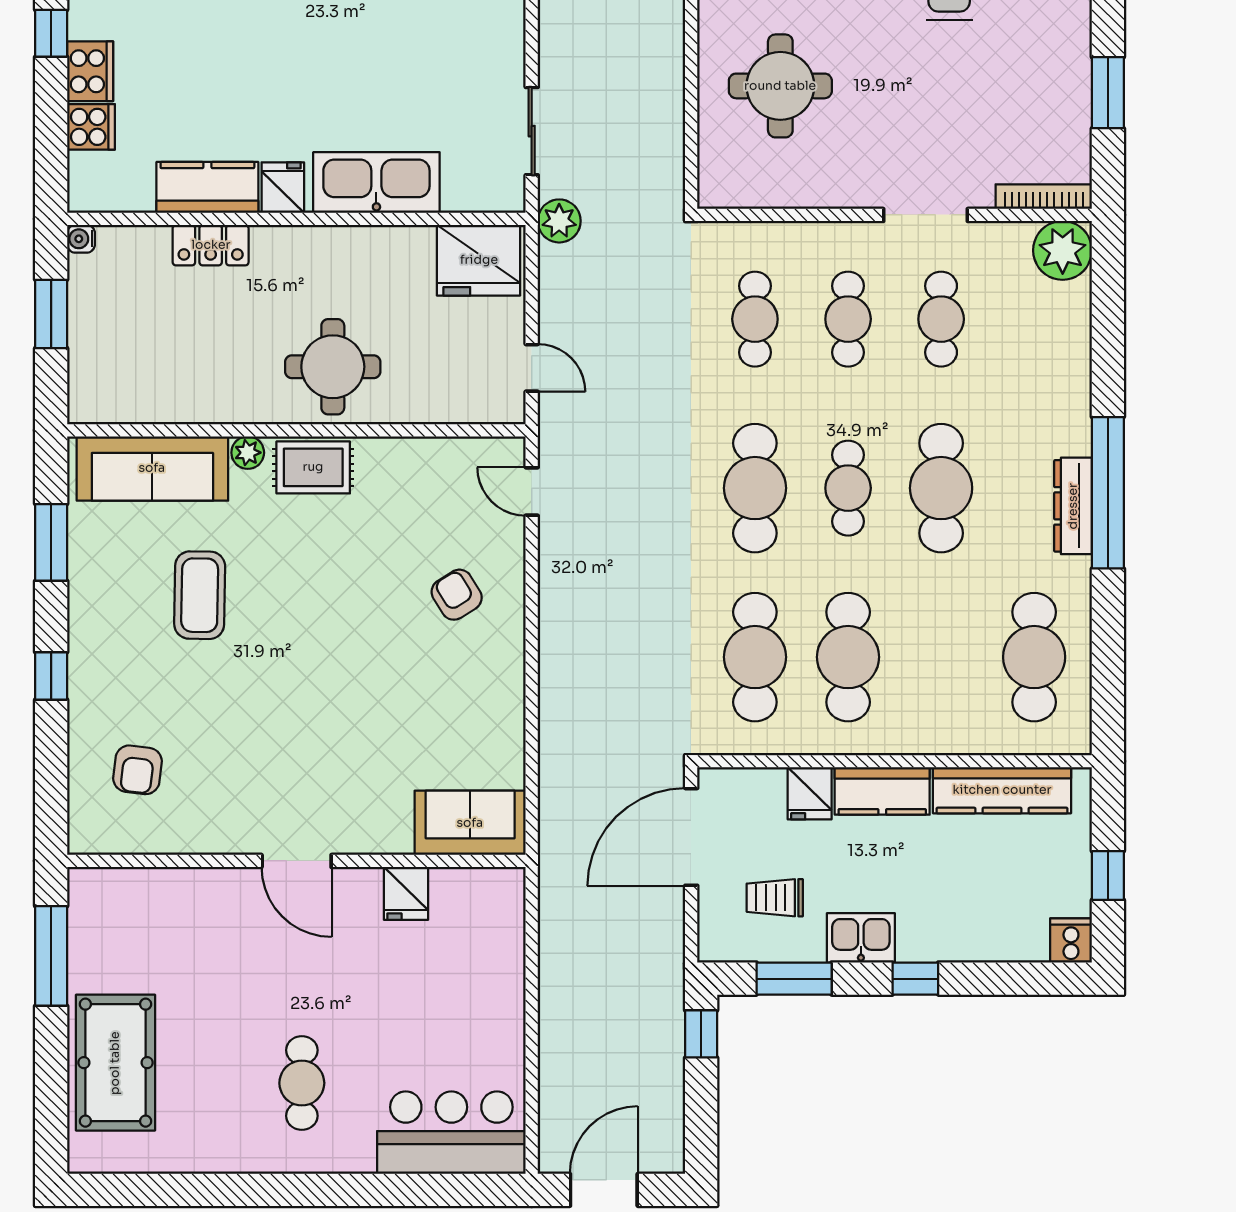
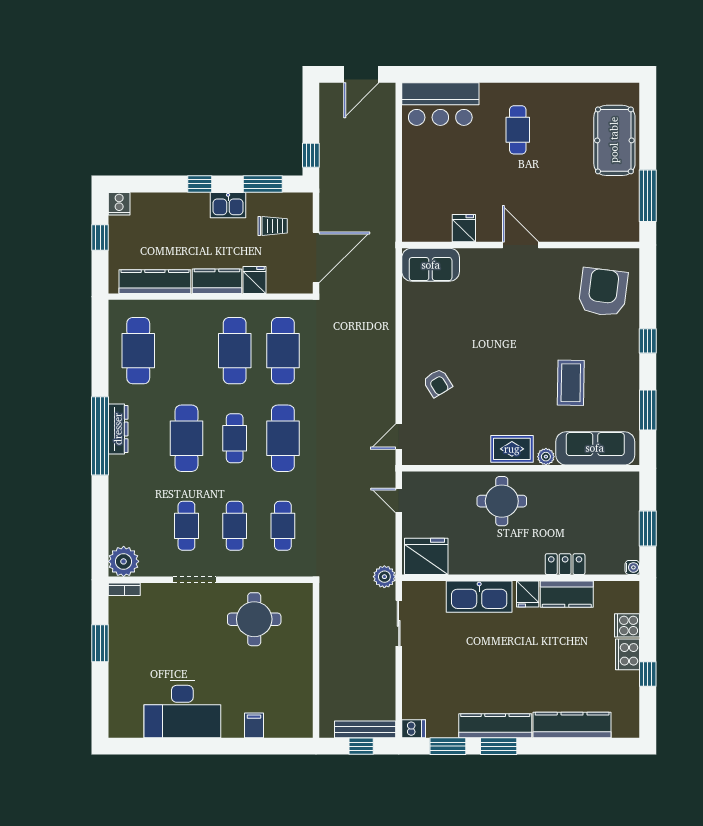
round table: (780, 86) -> (254, 619), moved
bookcase: (1044, 197) -> (124, 589), width x0.64
door: (532, 491) -> (399, 436), swing flipped
armchair: (138, 770) -> (603, 292), width x1.88, depth x1.88

